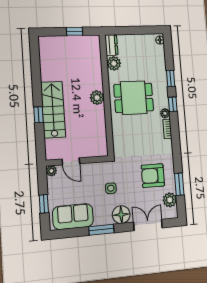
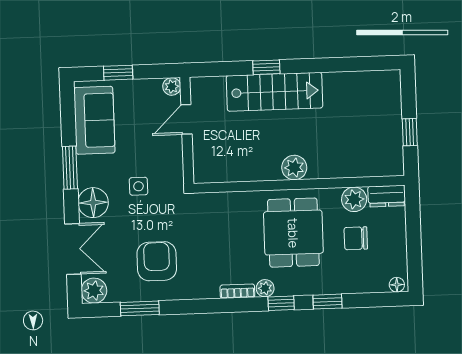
chair: (135, 63) -> (356, 238), added
plant: (170, 200) -> (94, 291), moved

